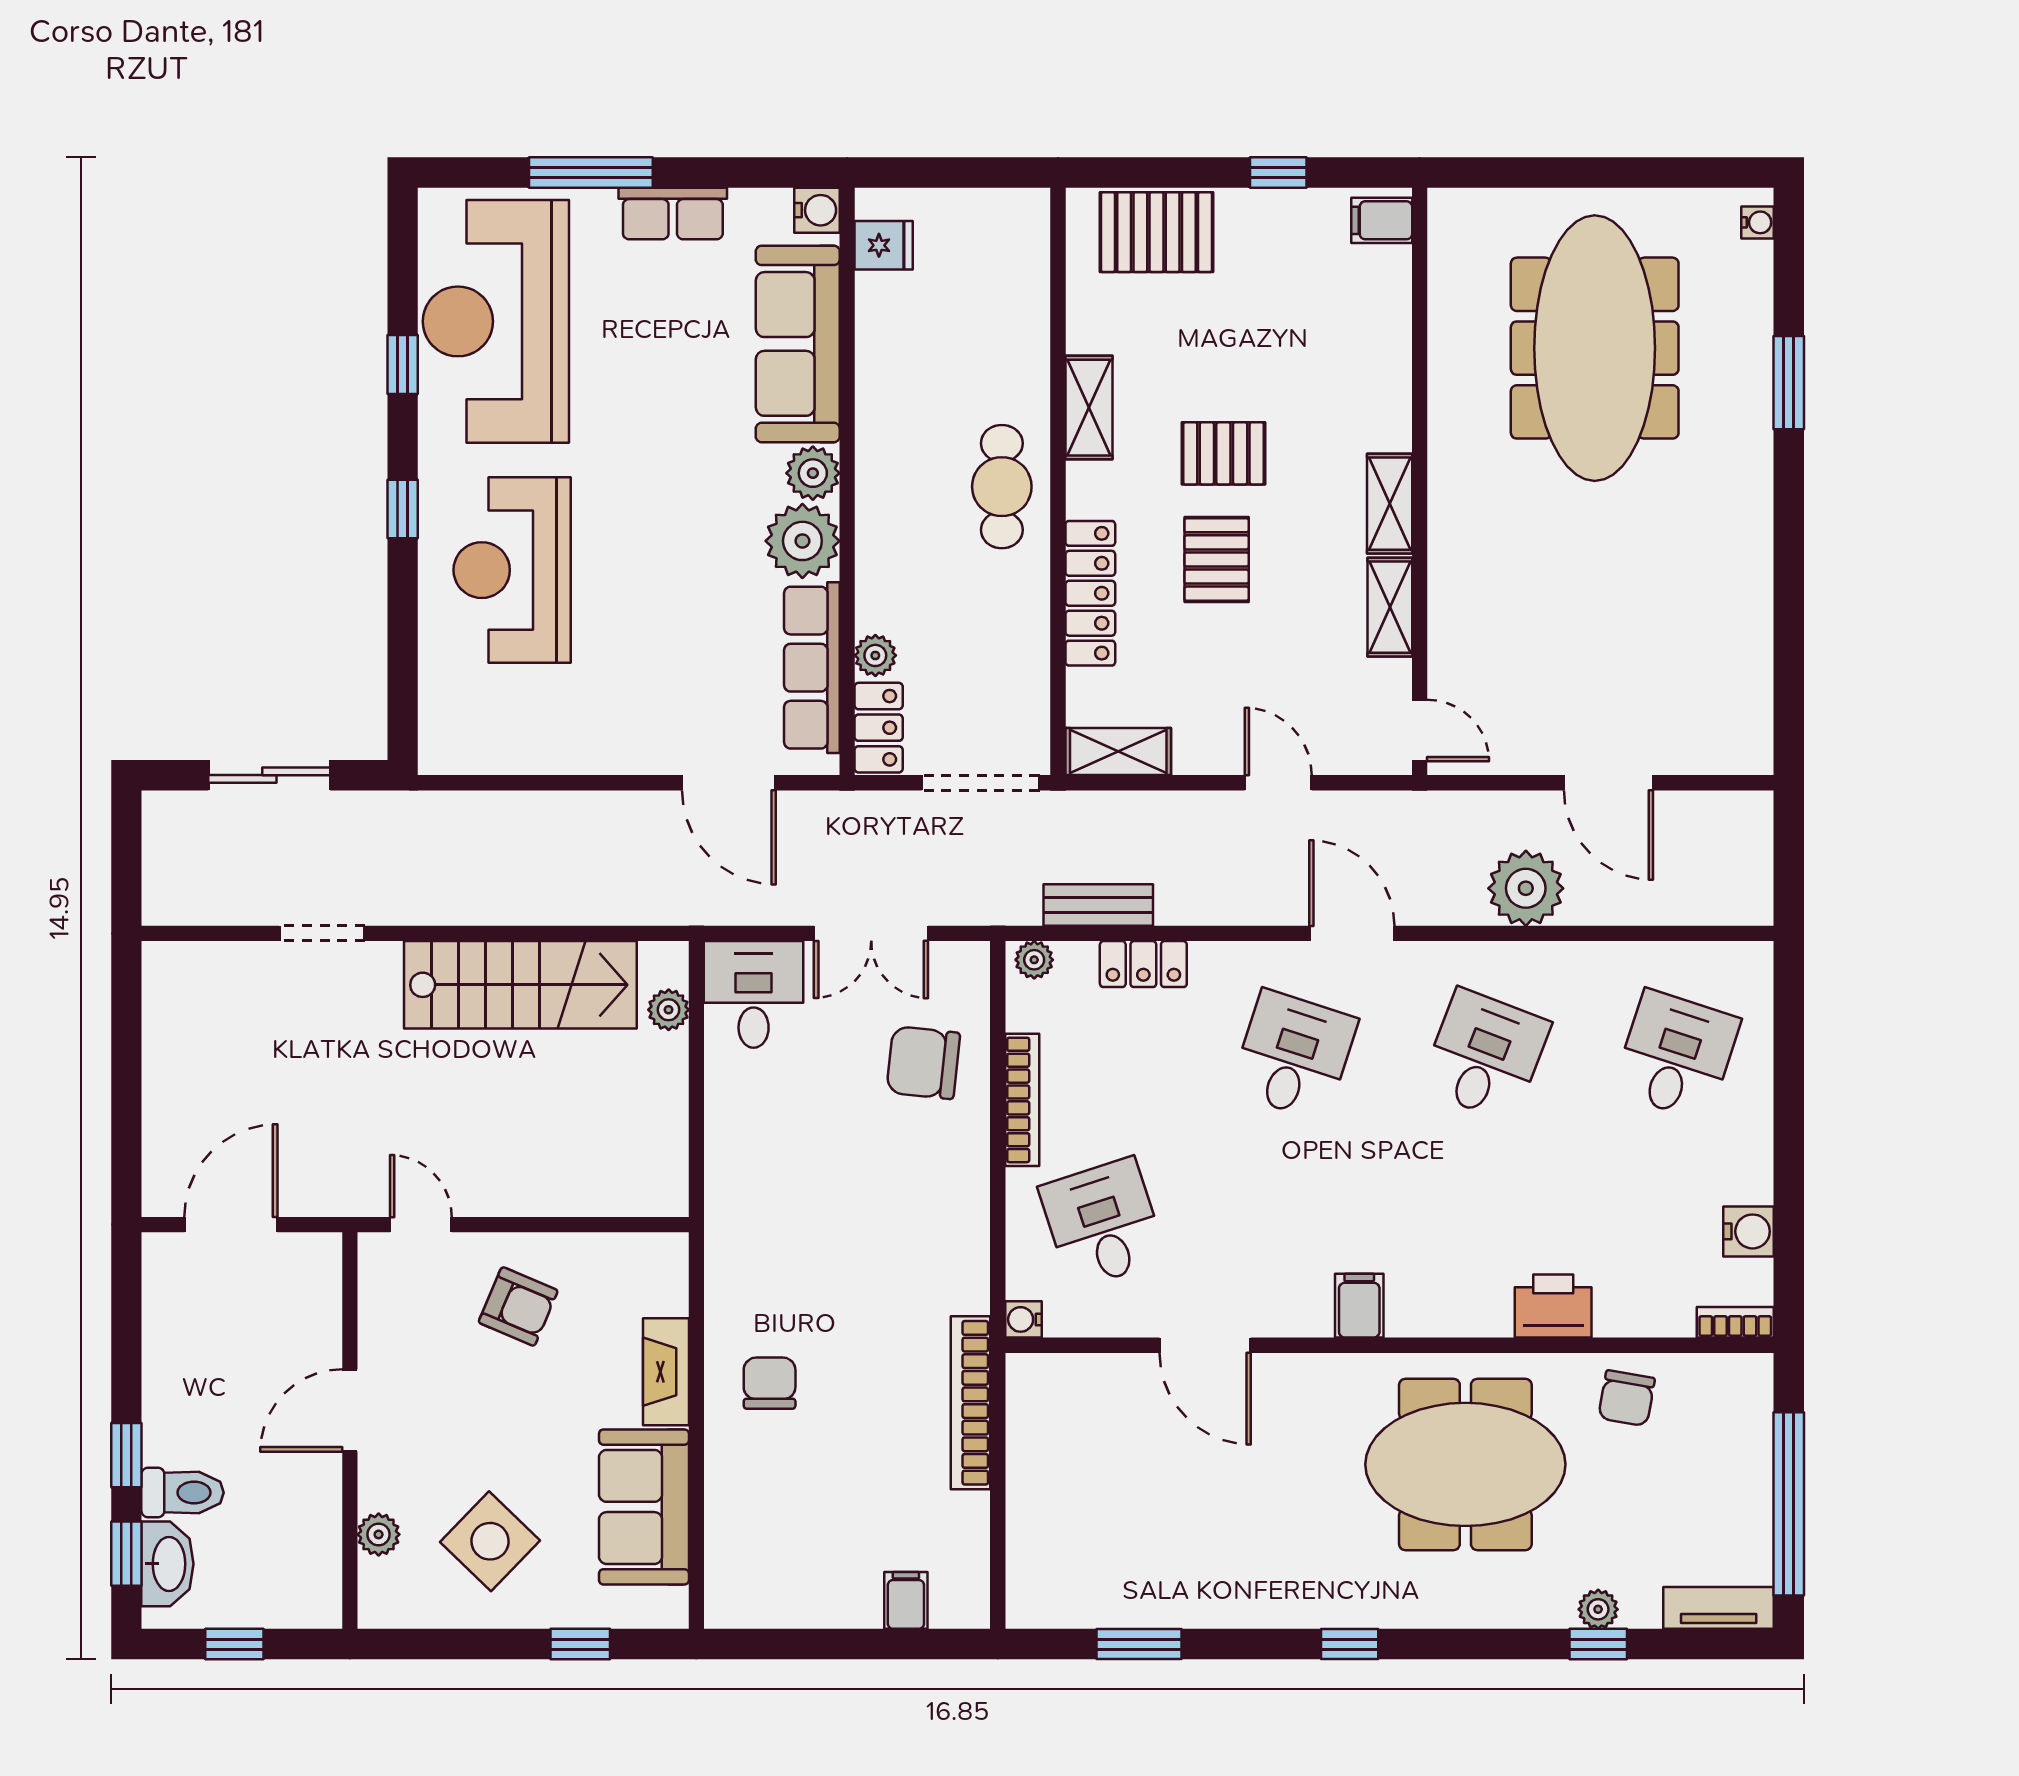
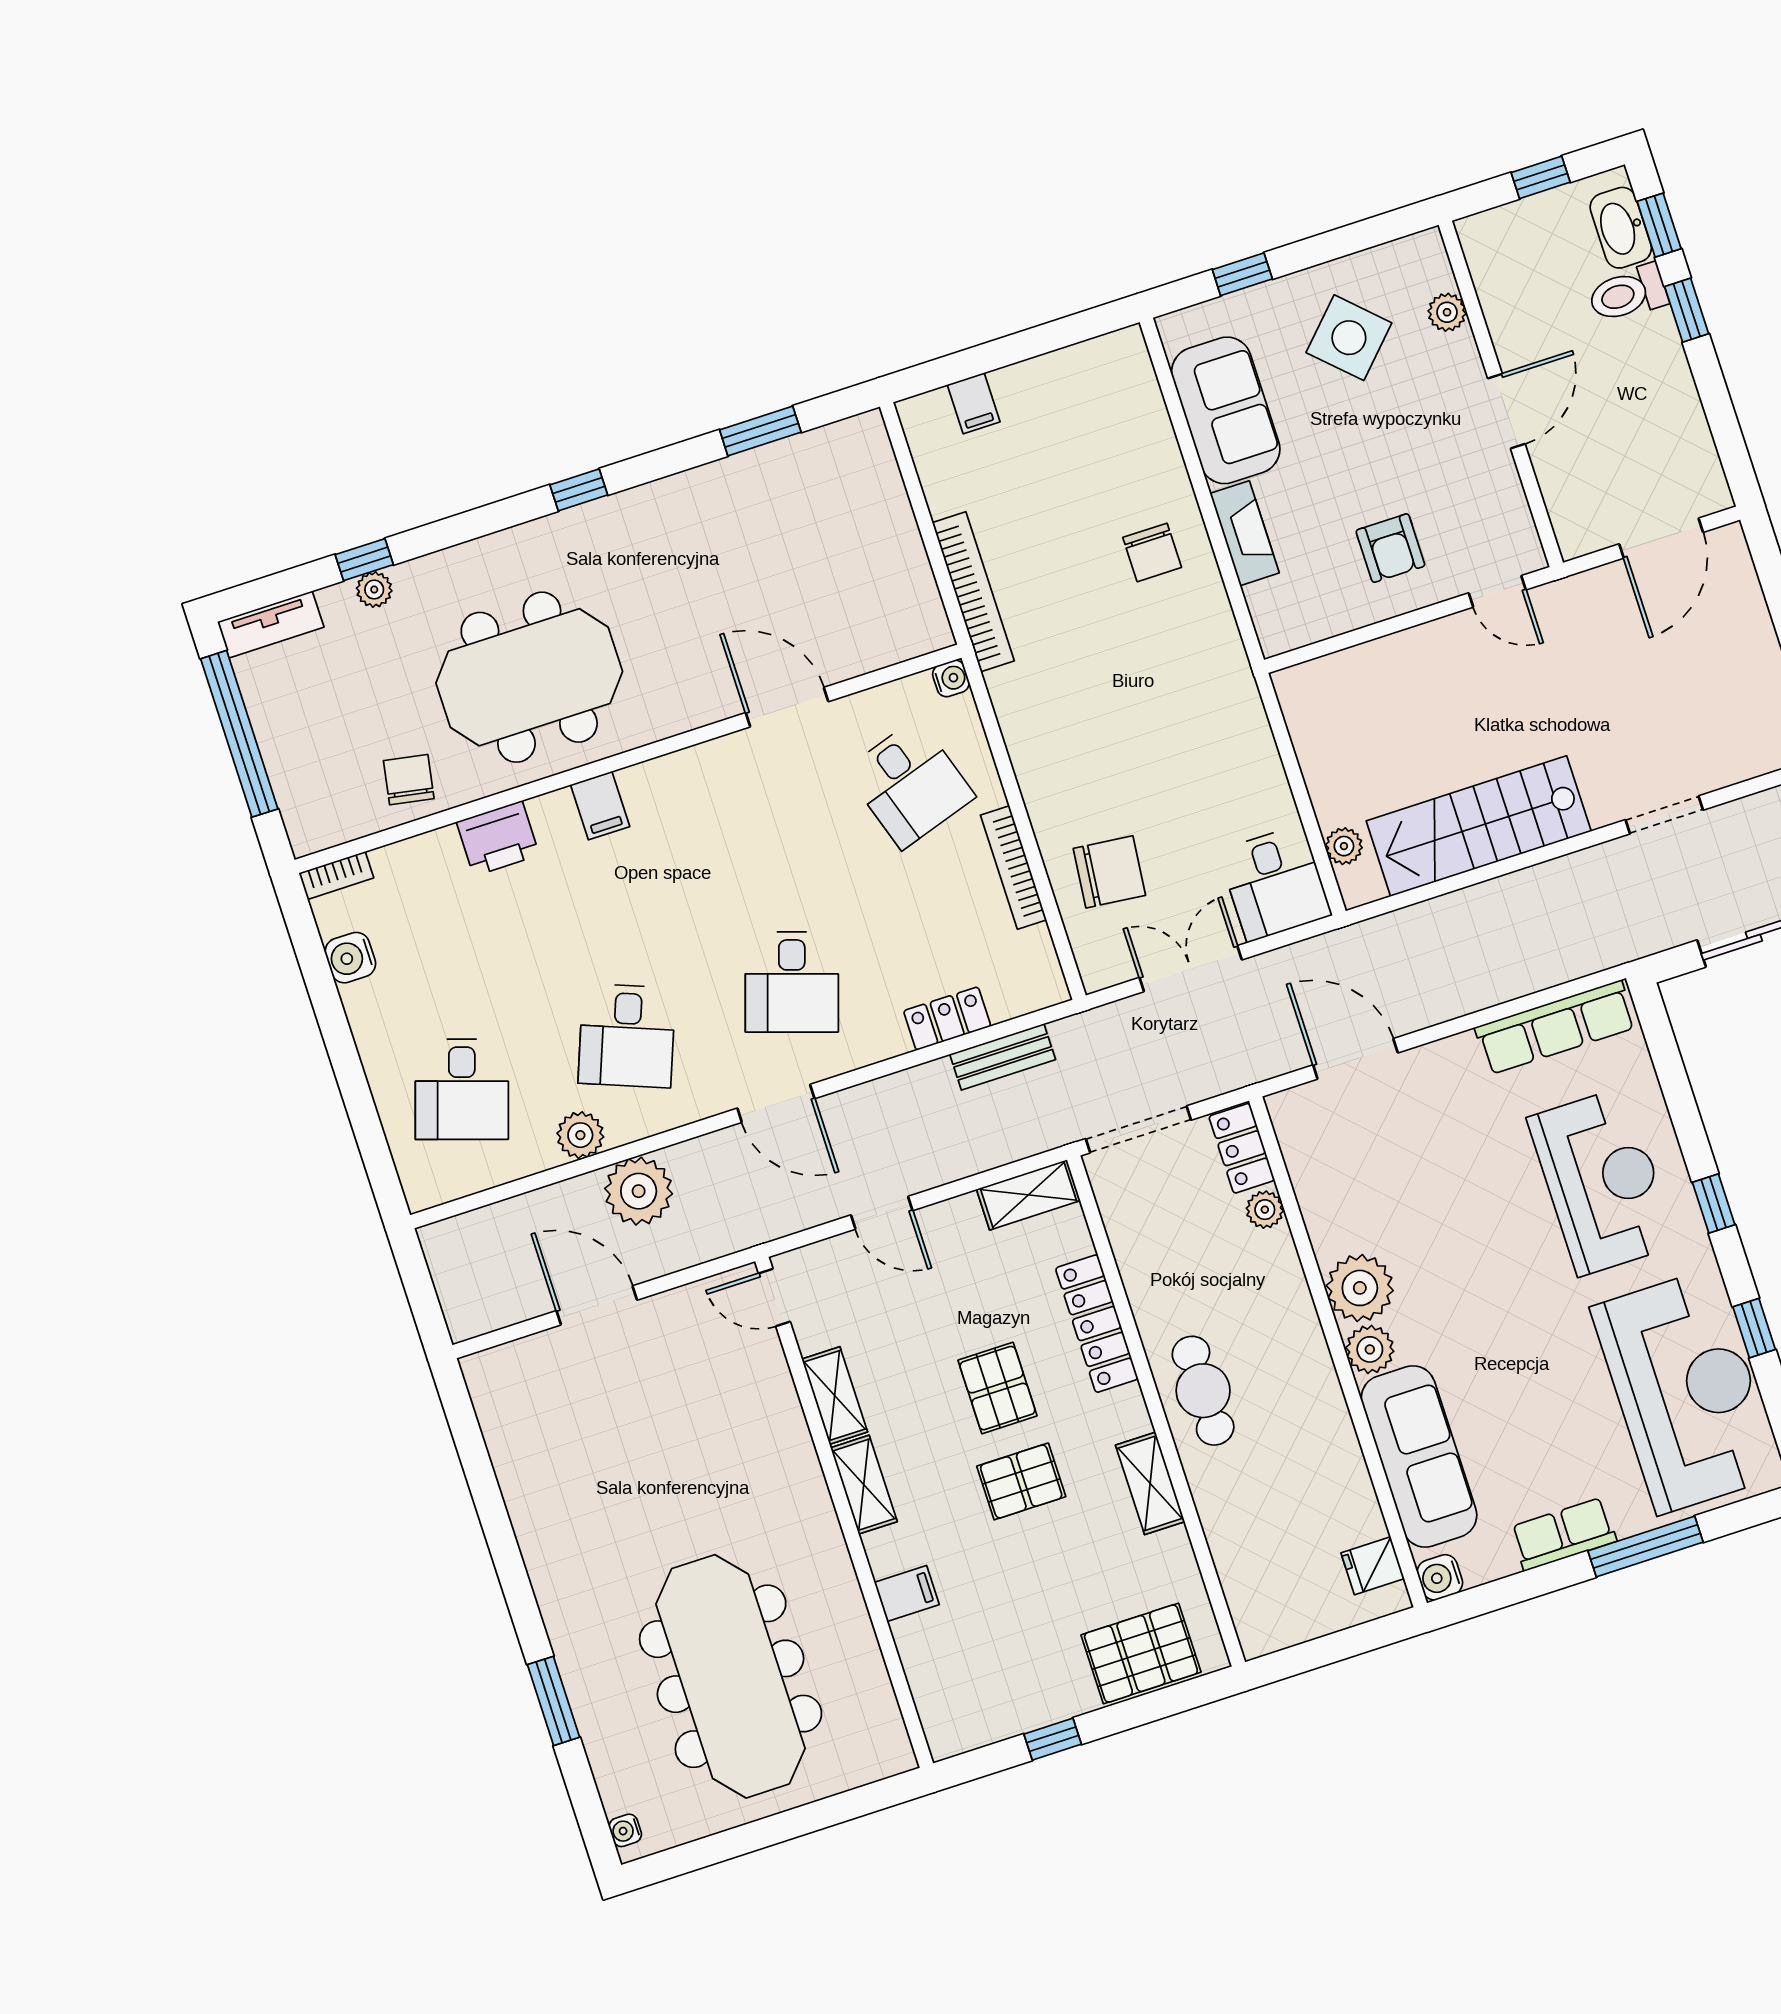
filing cabinet: (1382, 220) -> (907, 1594), moved
row of seats: (812, 668) -> (1555, 1027), moved, turned 90
plant: (1034, 960) -> (580, 1135), moved, width x1.38, depth x1.38
armchair: (518, 1306) -> (1390, 548), turned -113
filing cabinet: (1359, 1306) -> (600, 806), moved

